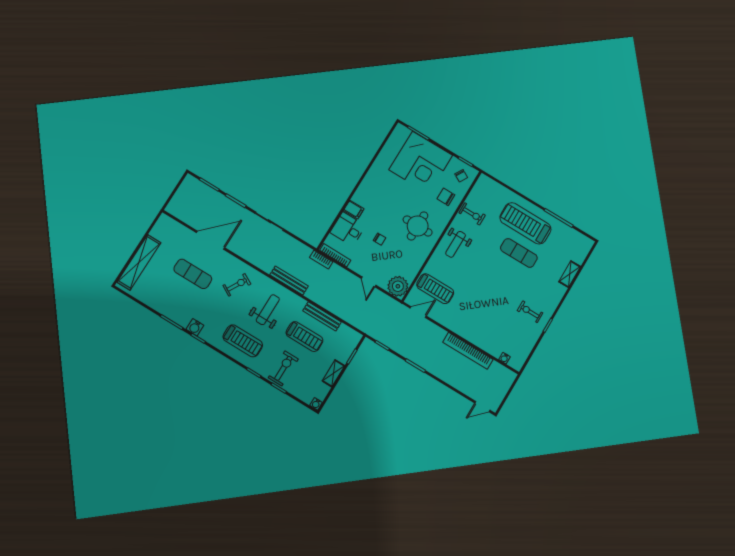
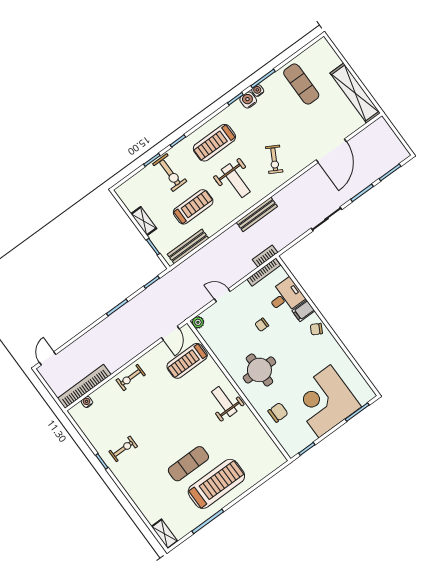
chair: (461, 176) -> (316, 329), moved
exercise bike: (472, 214) -> (131, 377), moved
shelving: (139, 262) -> (355, 93), moved
exercise mat: (193, 274) -> (301, 84), moved, turned 90
shelving: (570, 274) -> (164, 534), moved
plant: (398, 286) -> (198, 322), width x0.53, depth x0.53
bench: (322, 316) -> (188, 246), moved
treadmill: (304, 337) -> (193, 207), turned 180
bookcase: (468, 351) -> (84, 386), moved
water cooler: (316, 404) -> (258, 91), moved

